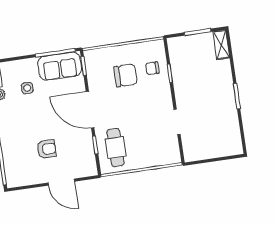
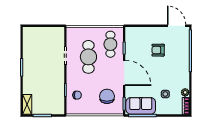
chair: (125, 75) -> (107, 96), moved, turned 90
cafe table: (144, 125) -> (88, 57), added
door: (61, 182) -> (177, 26), moved

